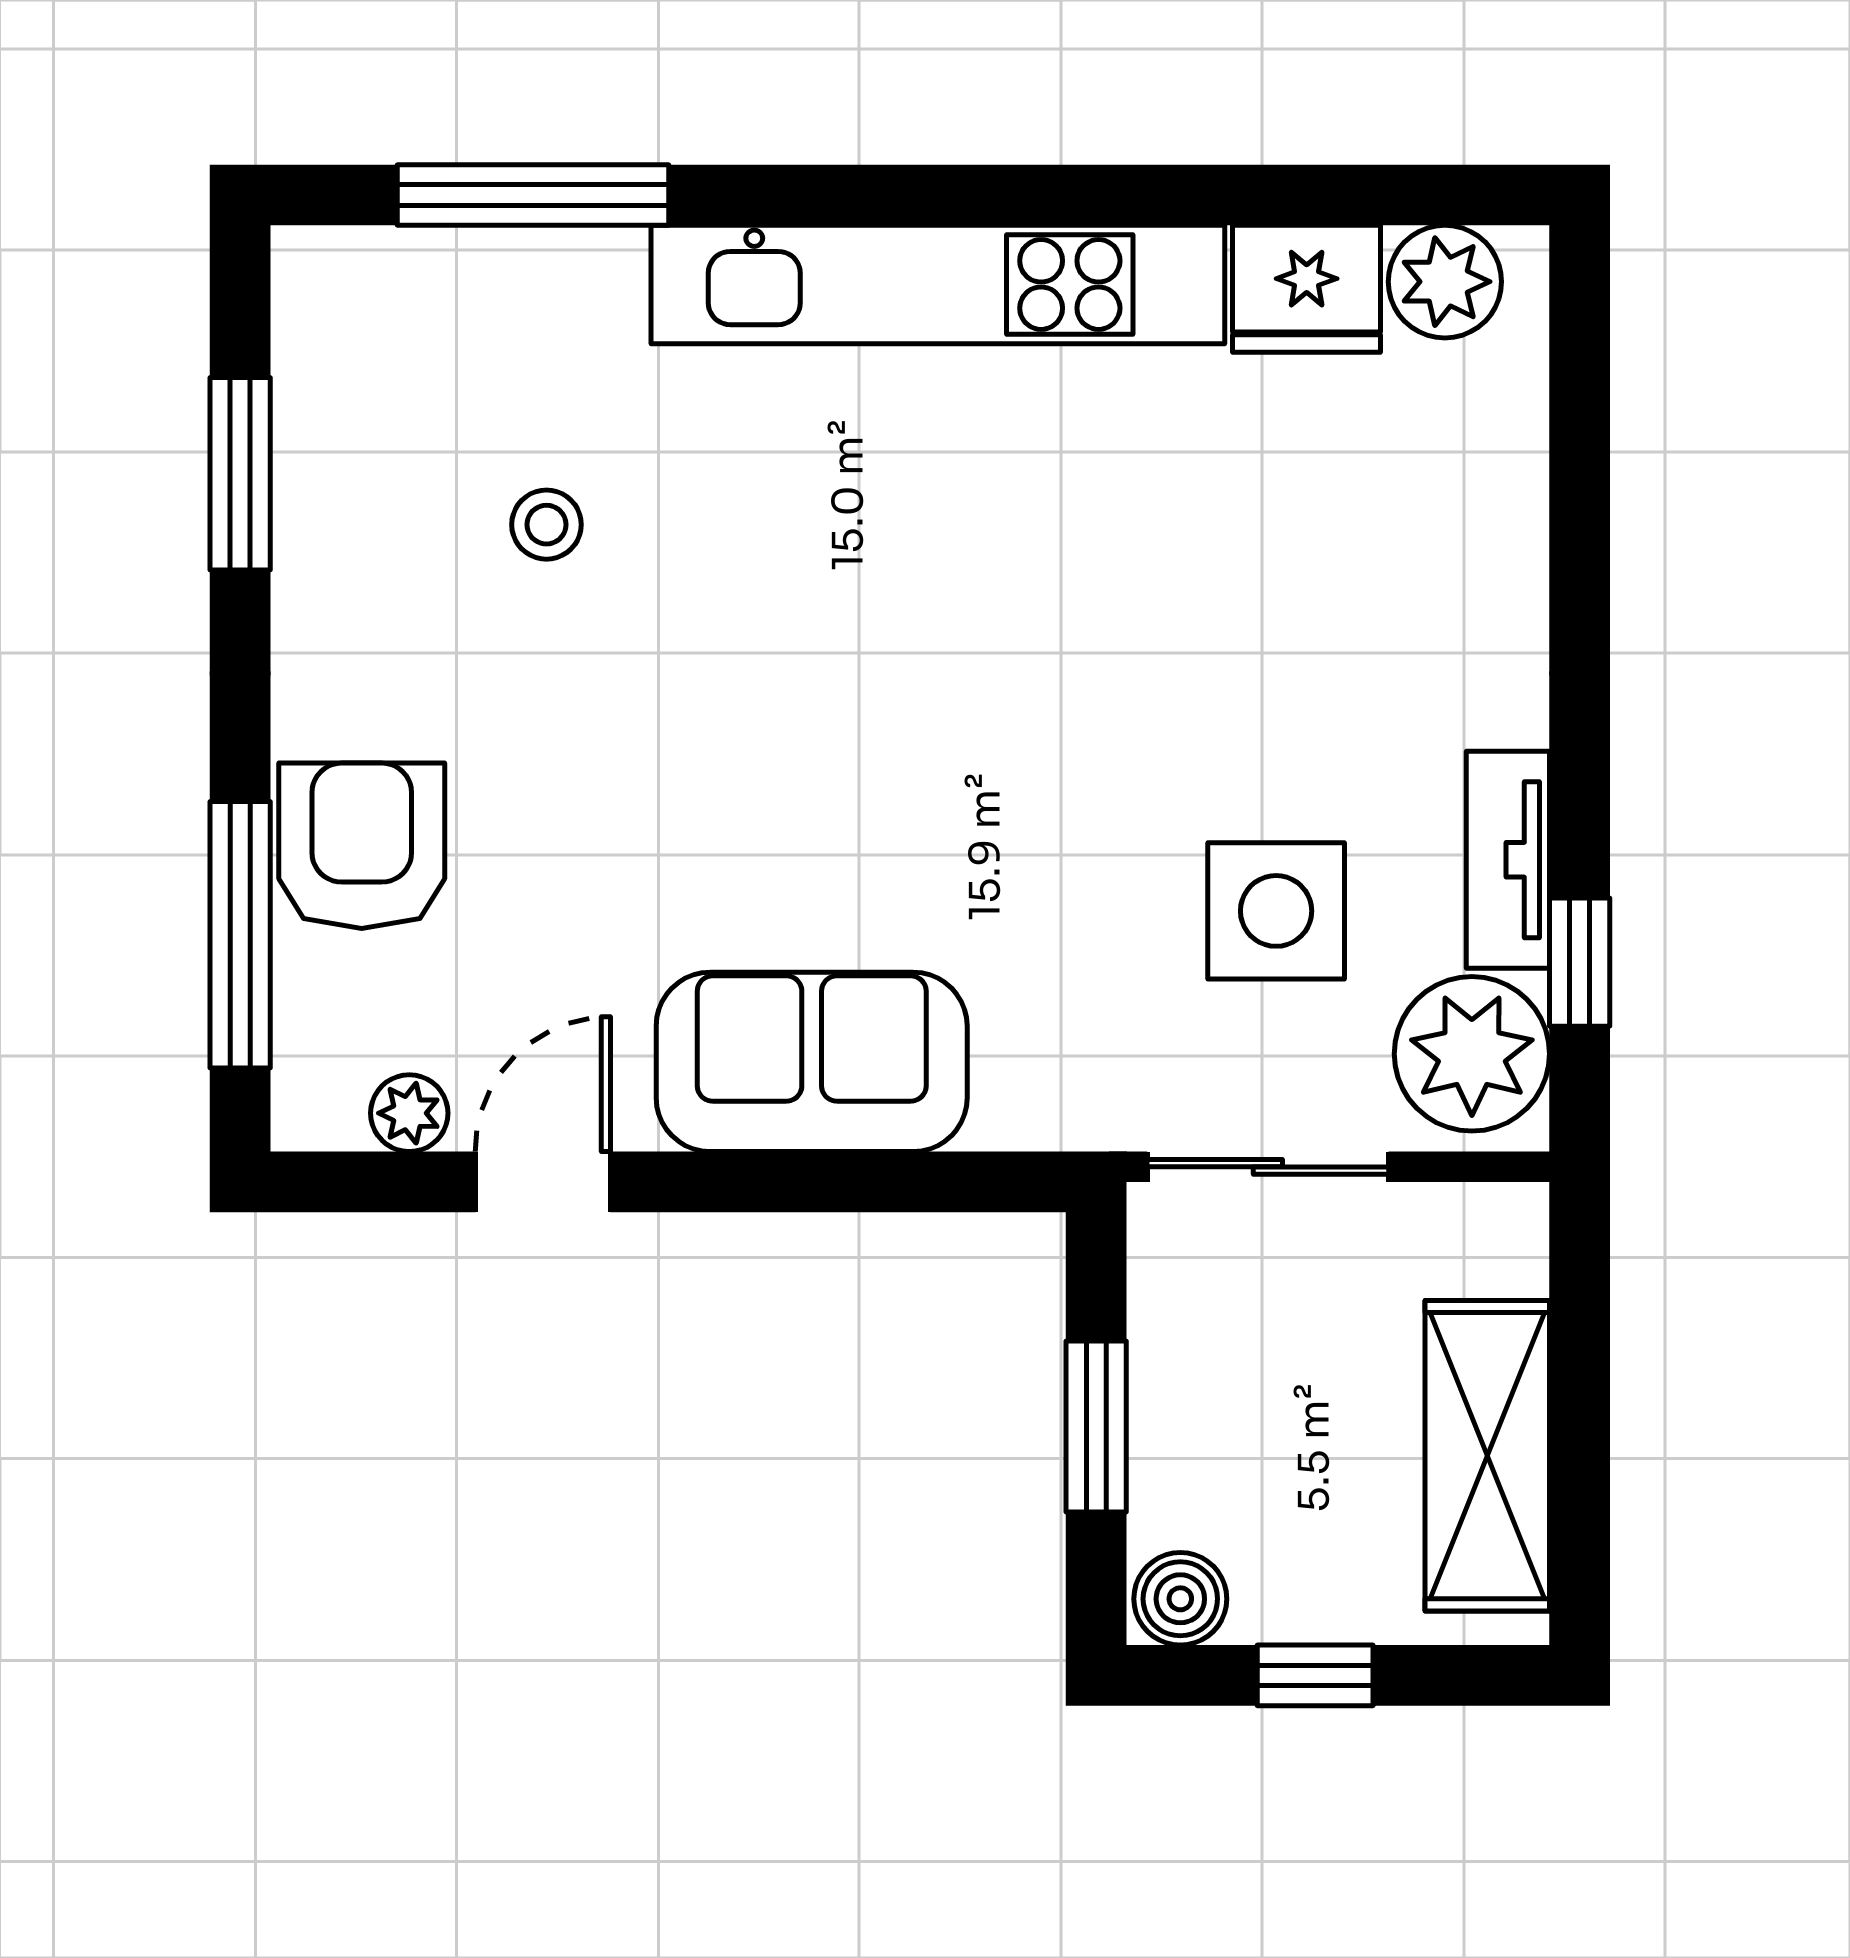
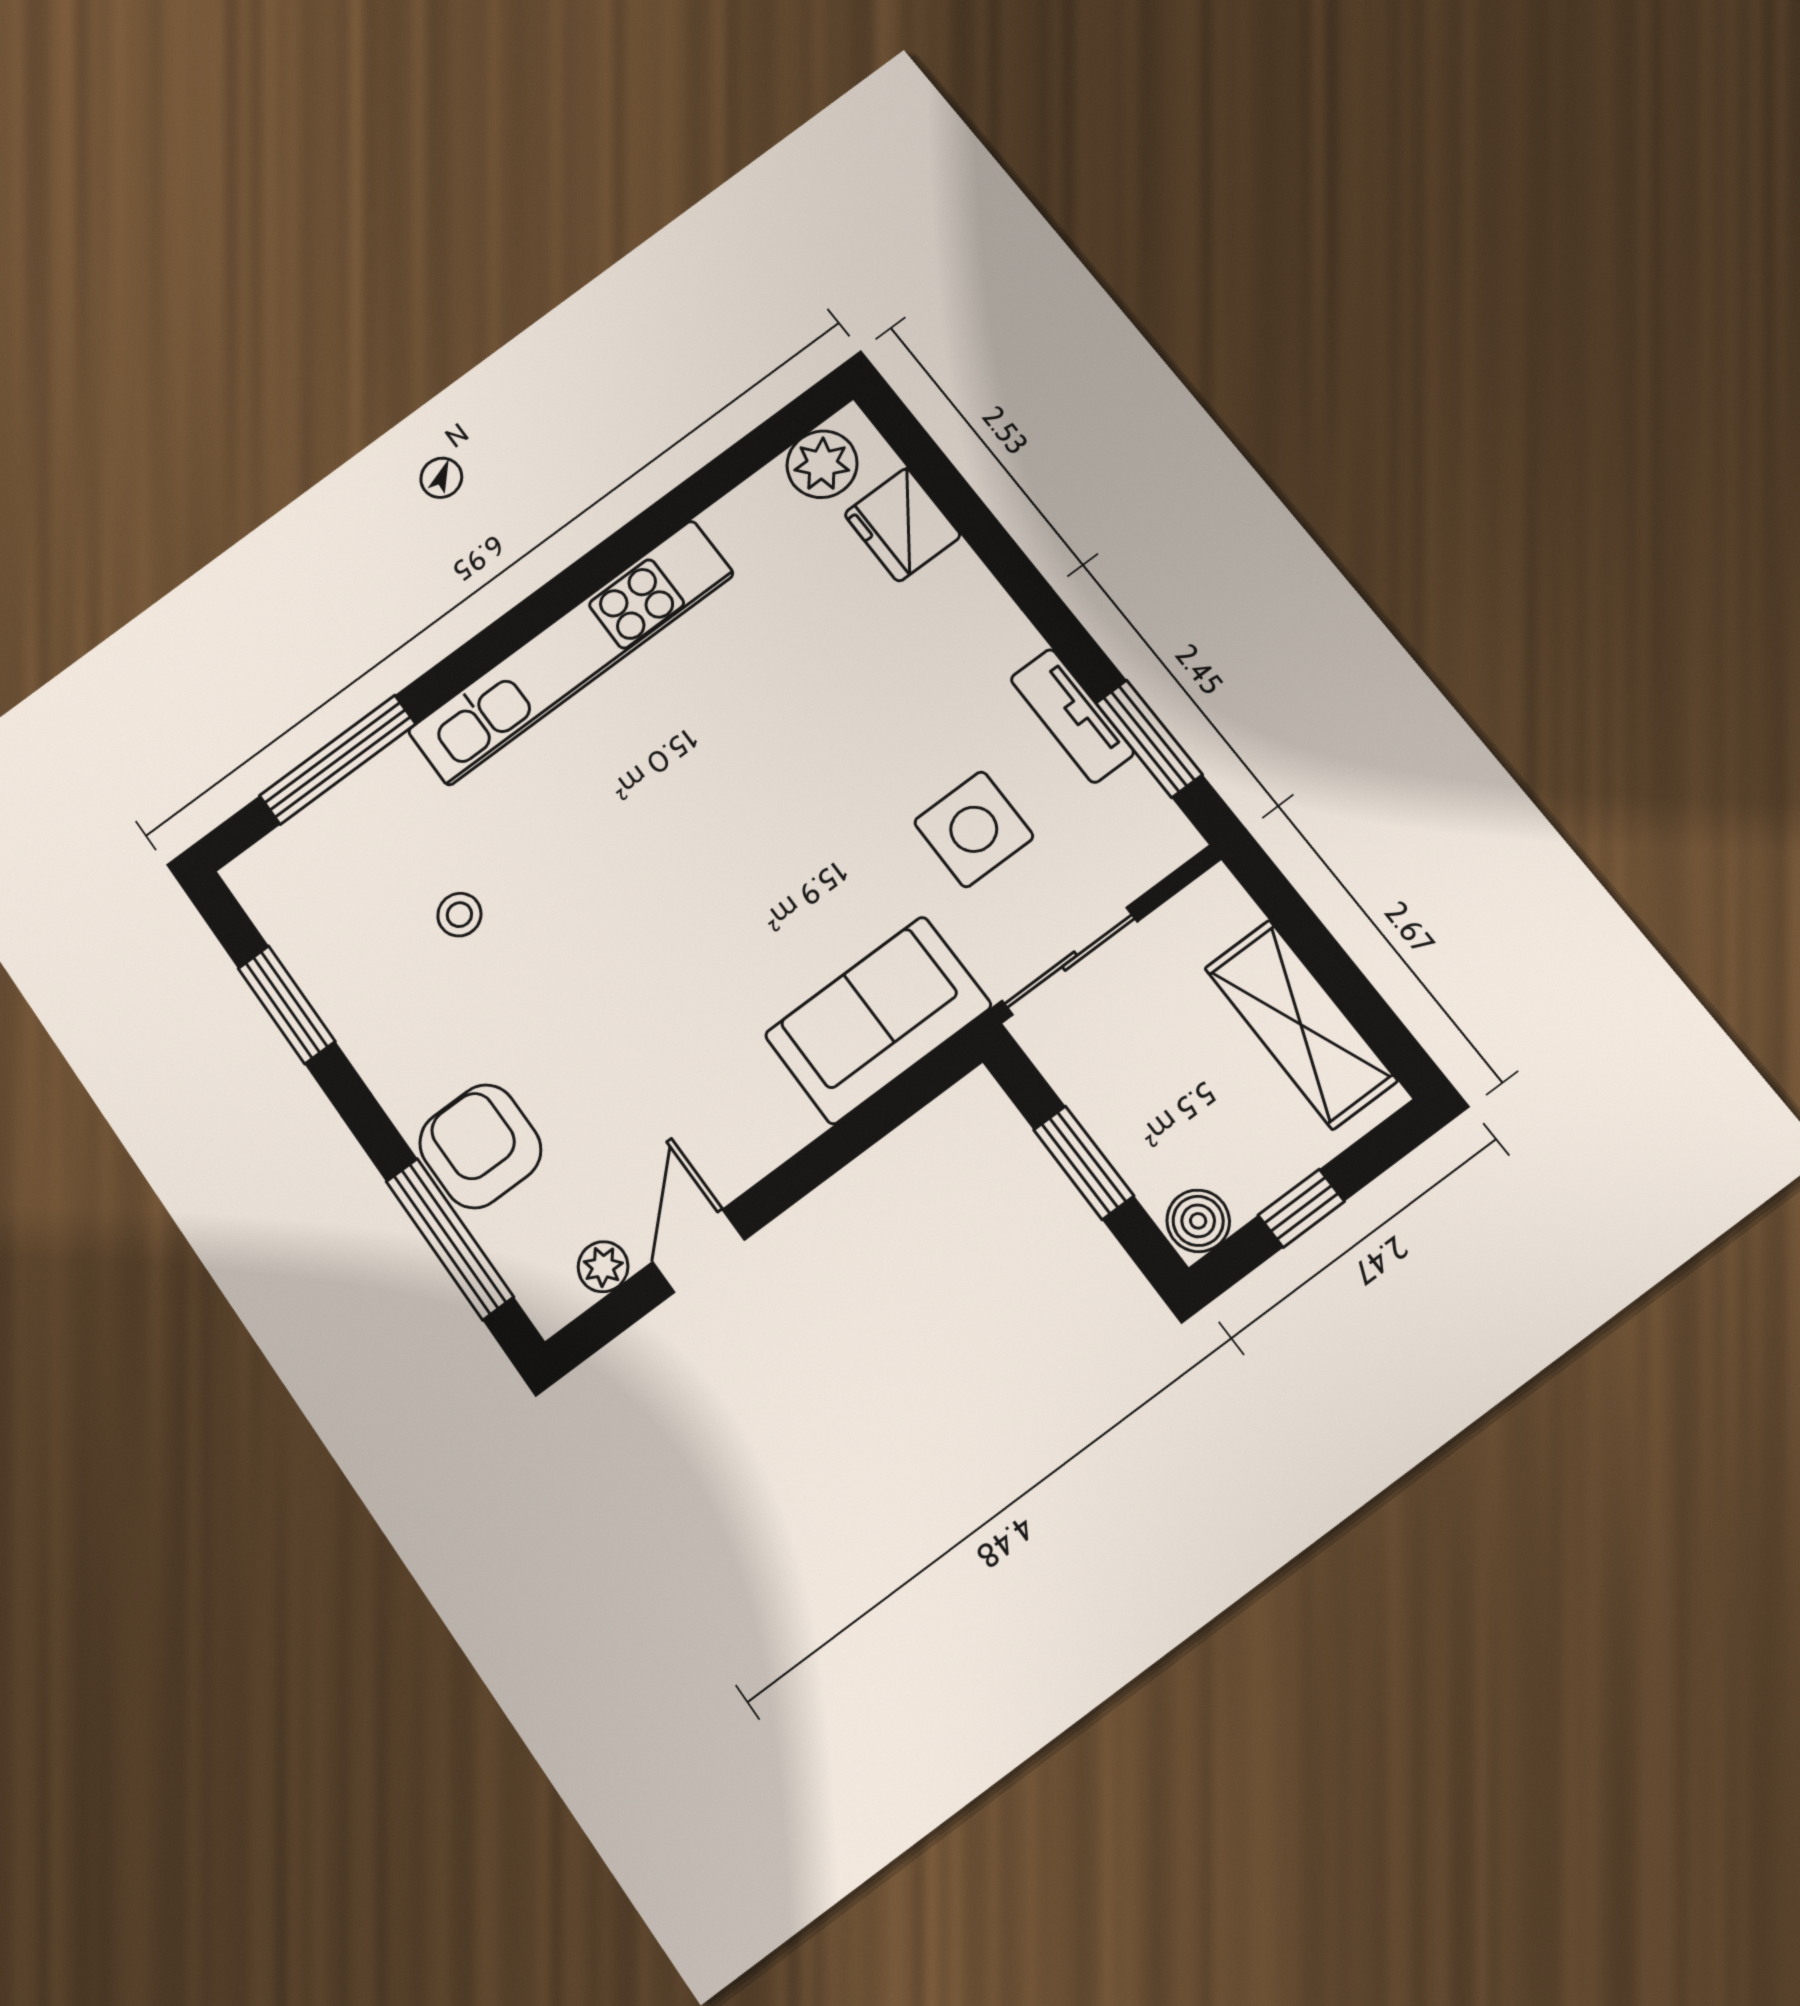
fridge: (1307, 289) -> (902, 525), moved, turned 90
window: (1580, 962) -> (1149, 739), width x1.50
plant: (1472, 1054) -> (1130, 825), removed
sofa: (812, 1062) -> (878, 1020), moved

